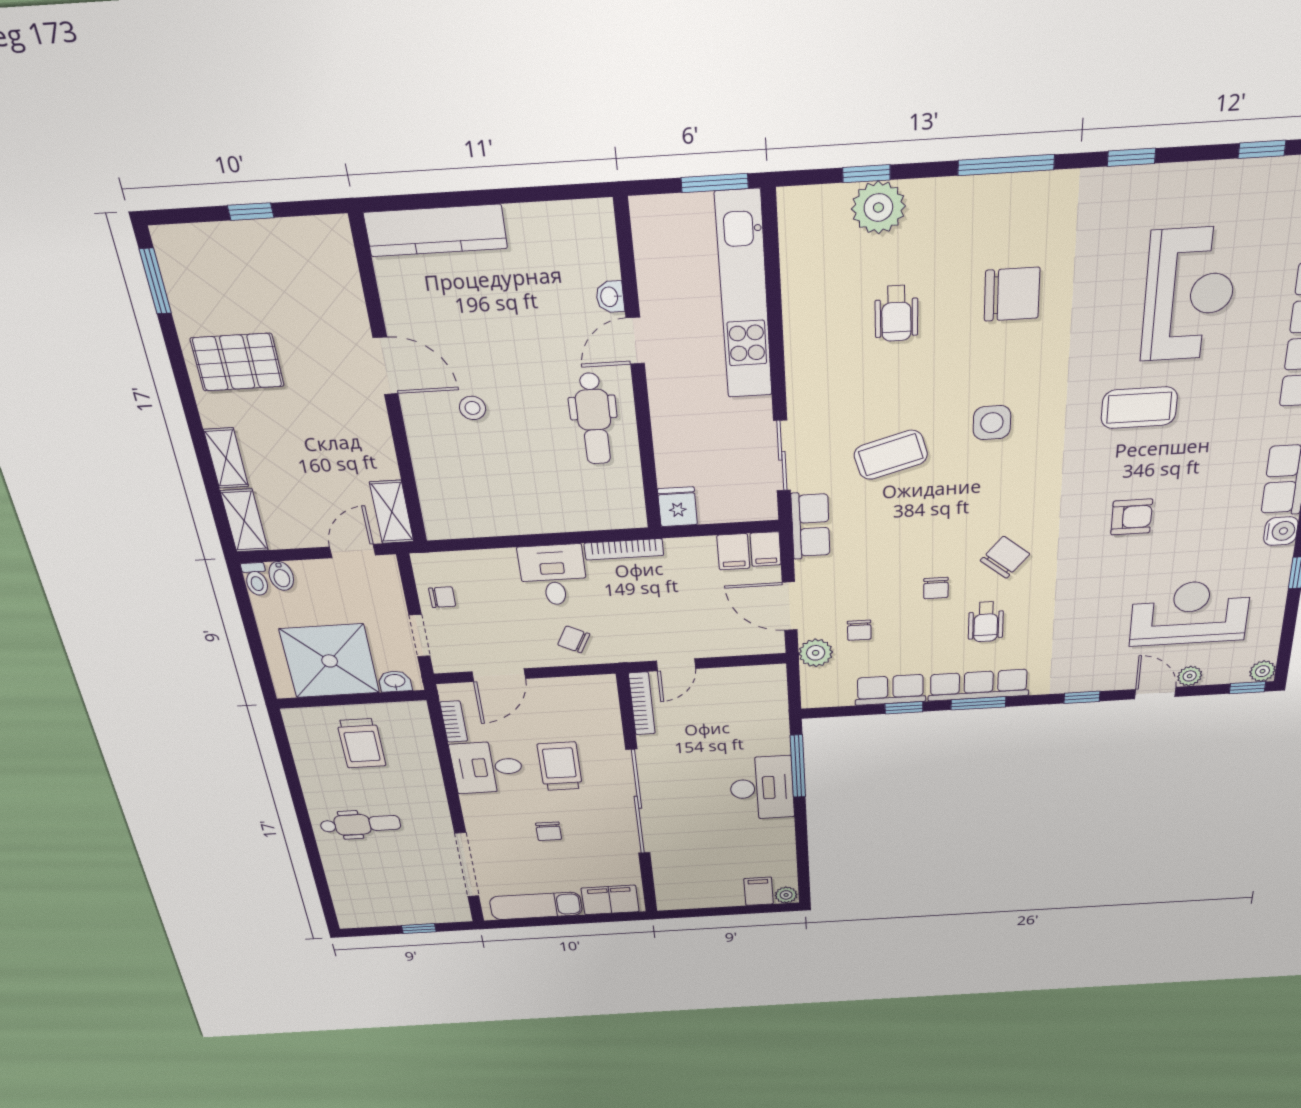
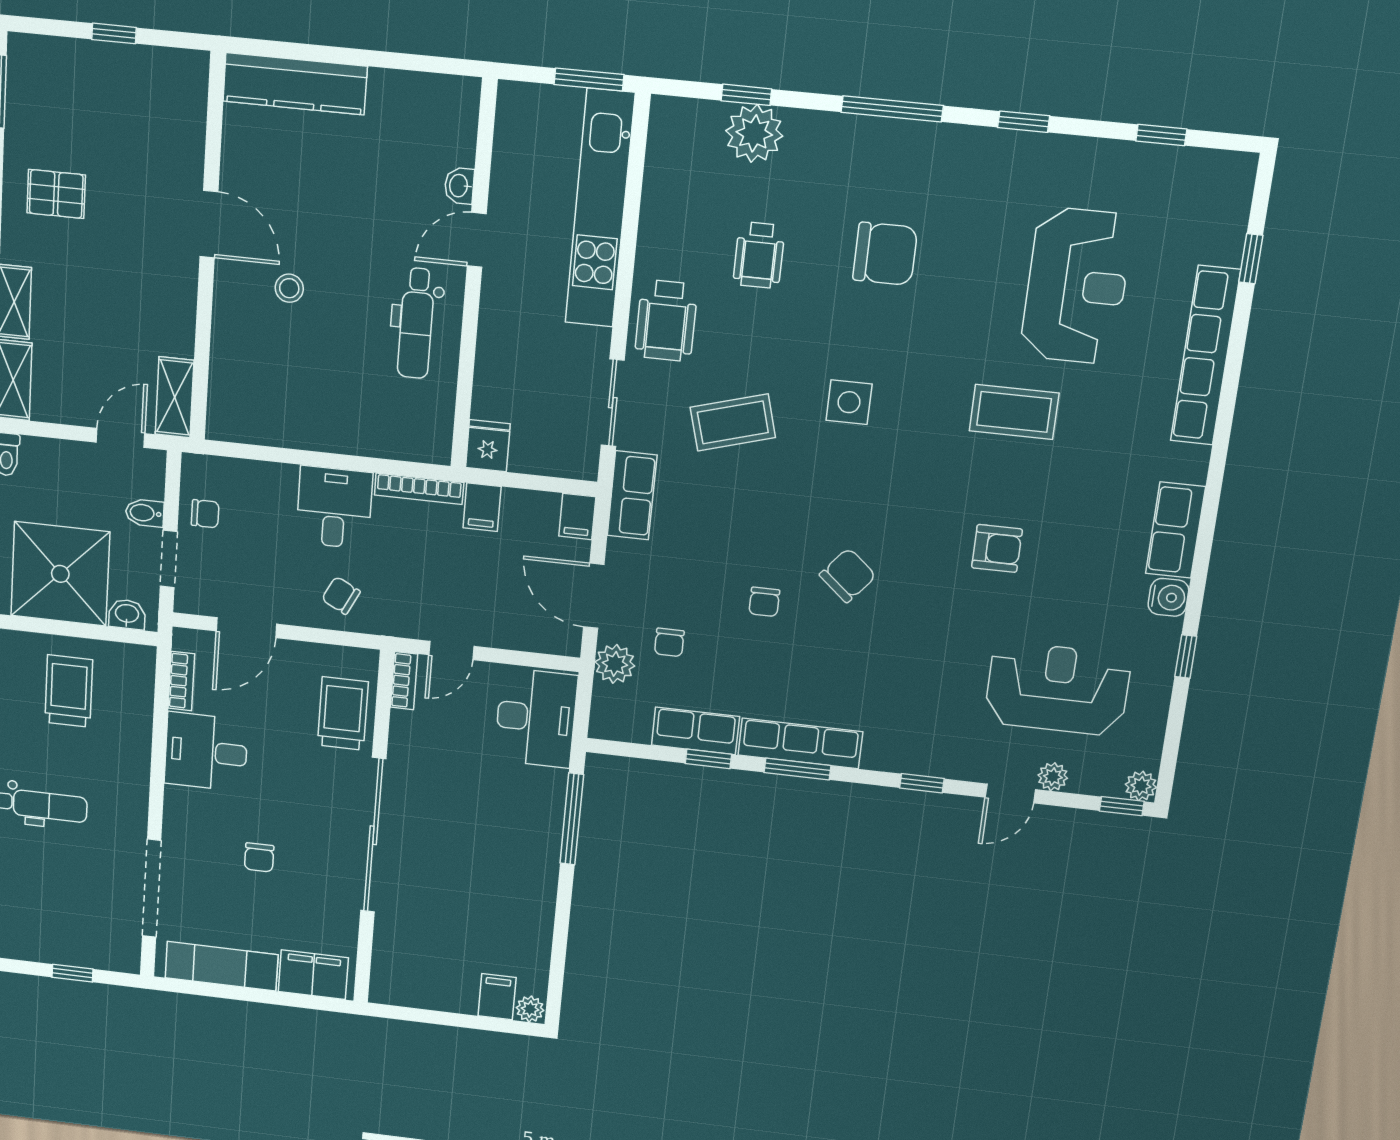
pallet: (237, 362) -> (56, 194), width x0.67, depth x0.71
filing cabinet: (733, 552) -> (482, 507), moved
bidet: (281, 576) -> (145, 513), moved, turned 90
wheelchair: (986, 622) -> (666, 321), moved, width x1.36, depth x1.37
door: (1155, 693) -> (1010, 793), swing flipped
bookcase: (642, 704) -> (404, 681), width x0.64
trolley: (361, 743) -> (69, 691), turned 180
trolley: (560, 766) -> (343, 713), moved
desk: (762, 788) -> (536, 718), moved

